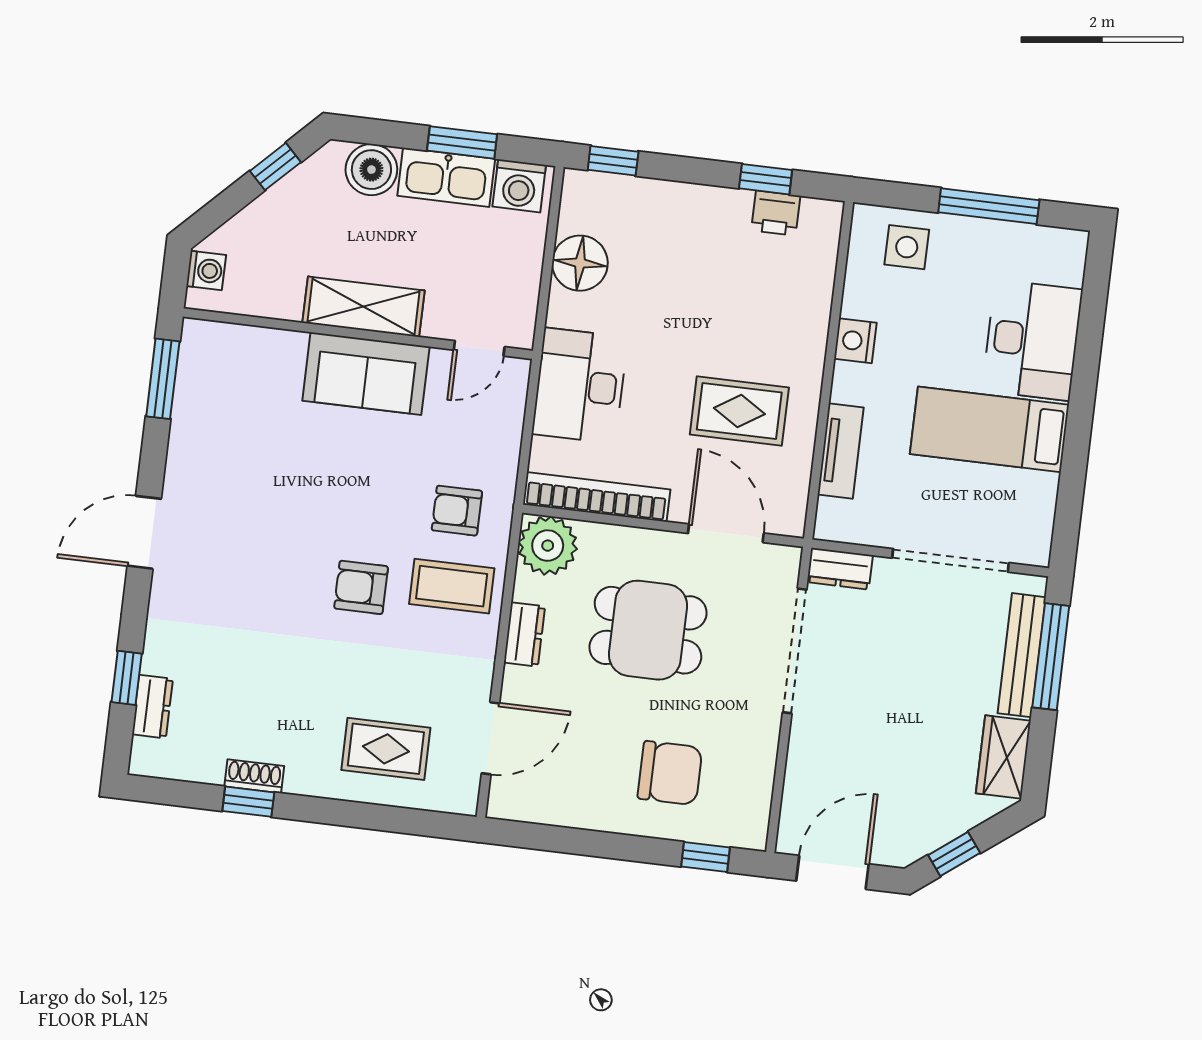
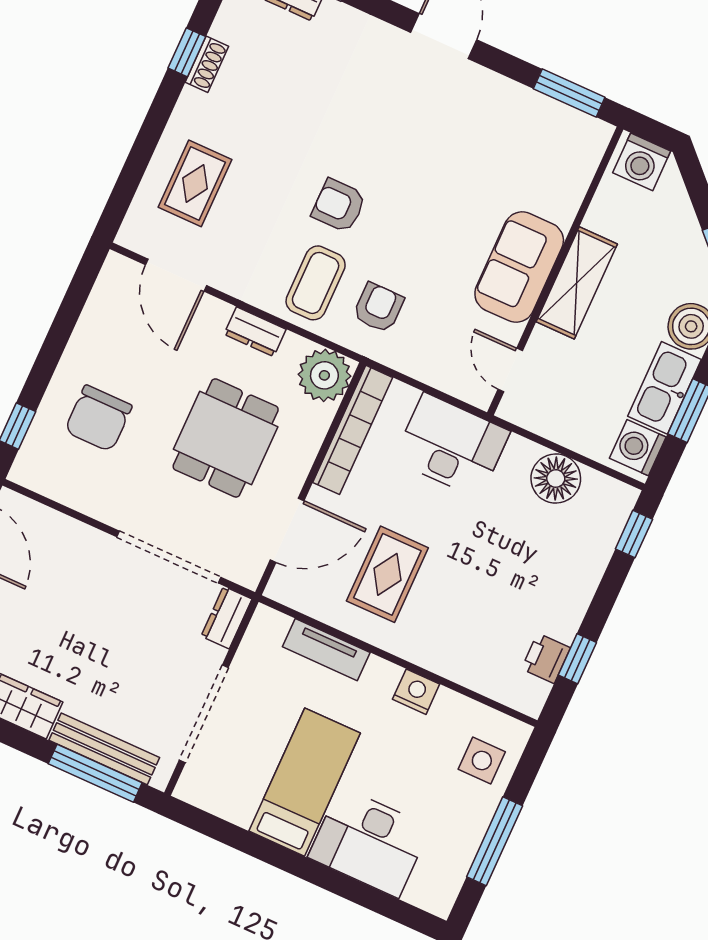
washing machine: (206, 271) -> (642, 162), width x1.38, depth x1.38
armchair: (361, 587) -> (339, 206), turned -90

